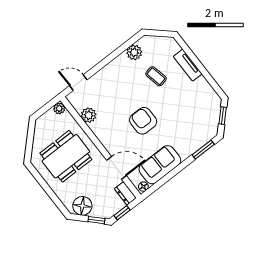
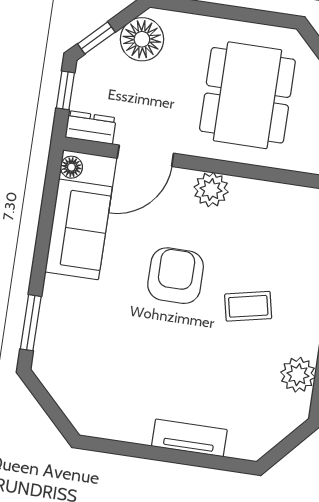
coffee table: (156, 76) -> (248, 306), moved
plant: (89, 115) -> (211, 190), moved
window: (223, 116) -> (52, 409), removed
armchair: (143, 121) -> (176, 276), turned -90

